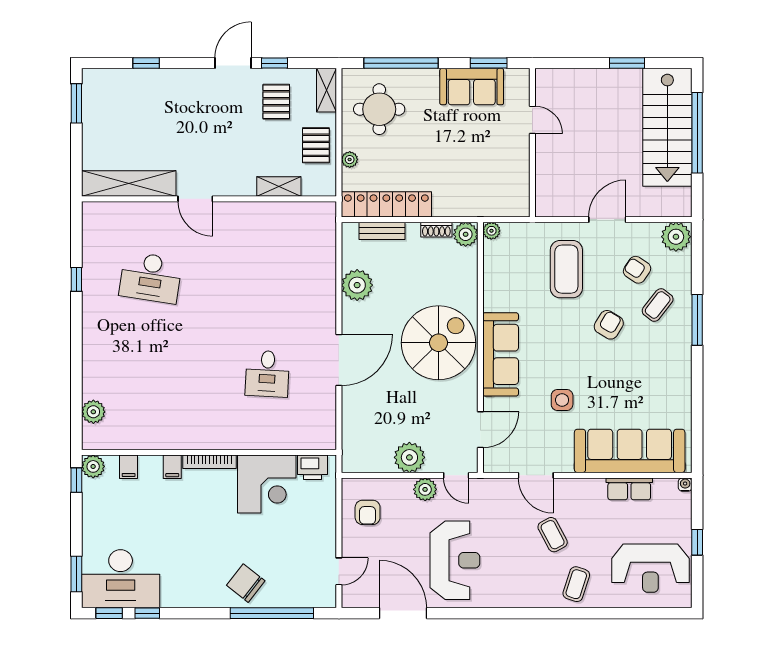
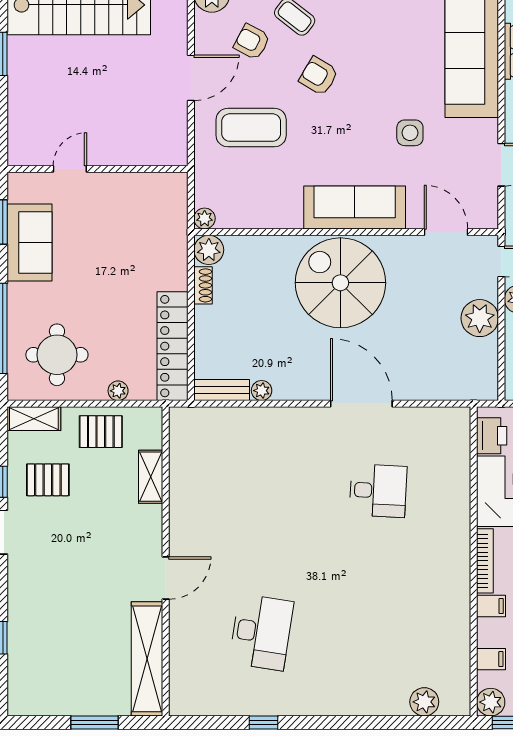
window: (76, 103) -> (94, 722), moved
door: (607, 220) -> (191, 78), swing flipped
bench: (382, 231) -> (222, 390), moved, turned 90
armchair: (637, 270) -> (252, 42), turned 84
plant: (357, 285) -> (262, 391), width x0.53, depth x0.53

